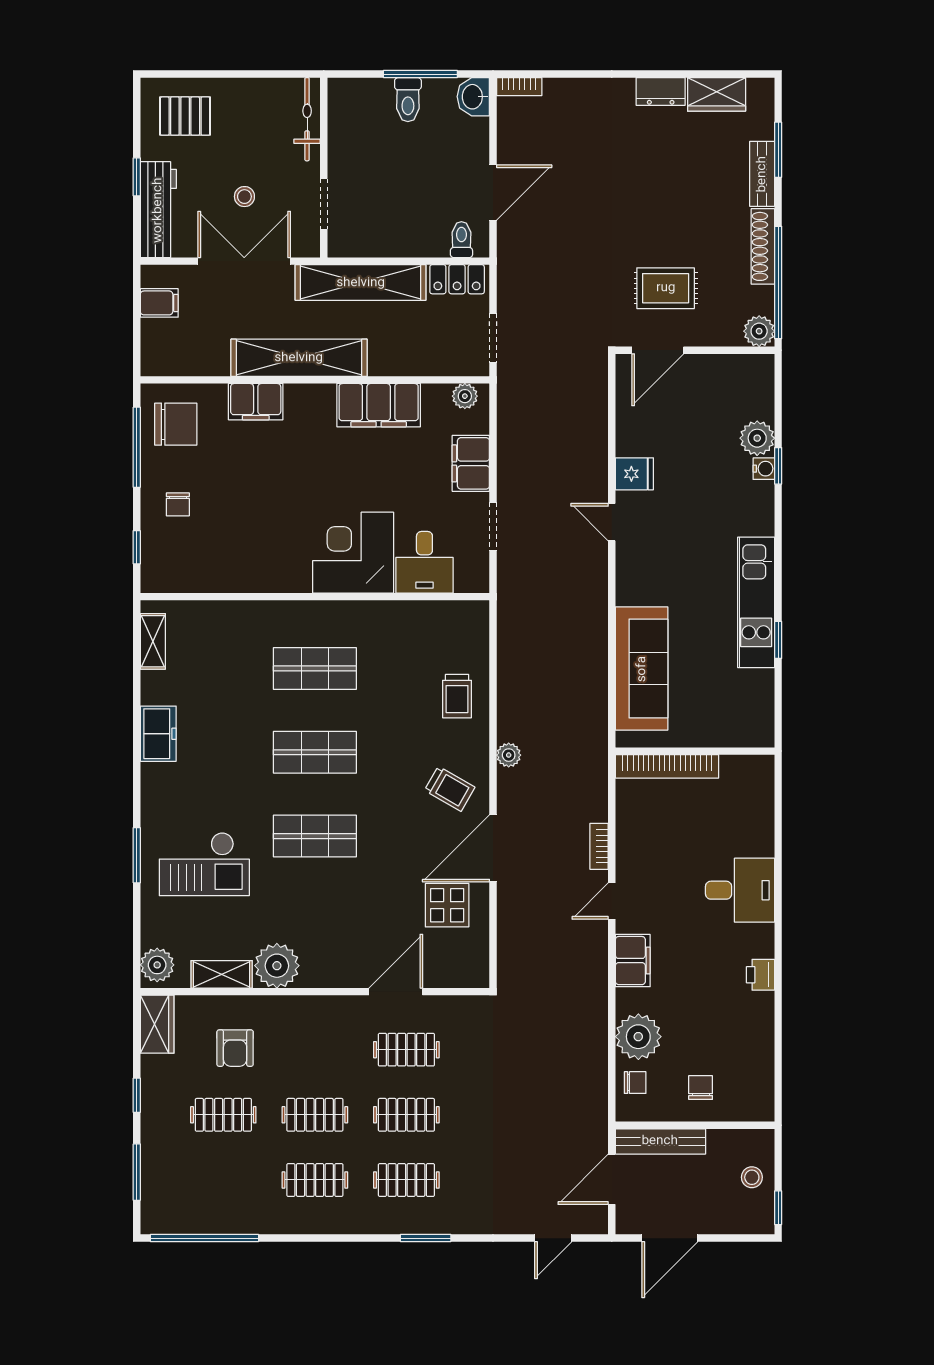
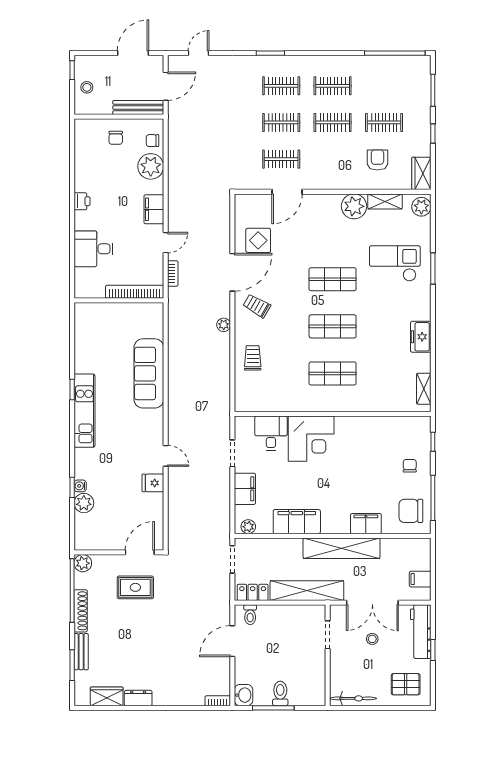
bicycle: (307, 119) -> (353, 698), moved, turned -90
wall: (695, 751) -> (119, 300), moved
bookcase: (667, 766) -> (135, 292), moved

